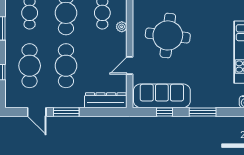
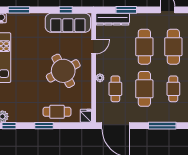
round table: (168, 35) -> (63, 71), turned -35
window: (66, 112) -> (126, 10), moved
window: (203, 112) -> (19, 10), moved

